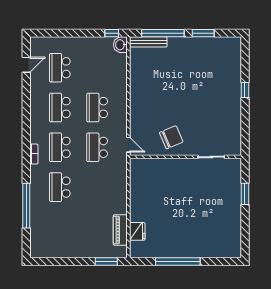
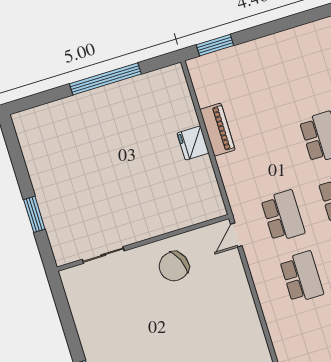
door: (128, 145) -> (236, 235), hinge flipped
piano: (120, 230) -> (217, 130), moved
fridge: (137, 231) -> (193, 143), moved

